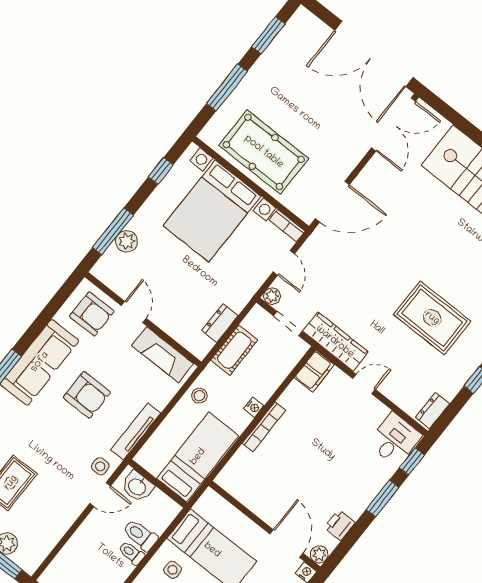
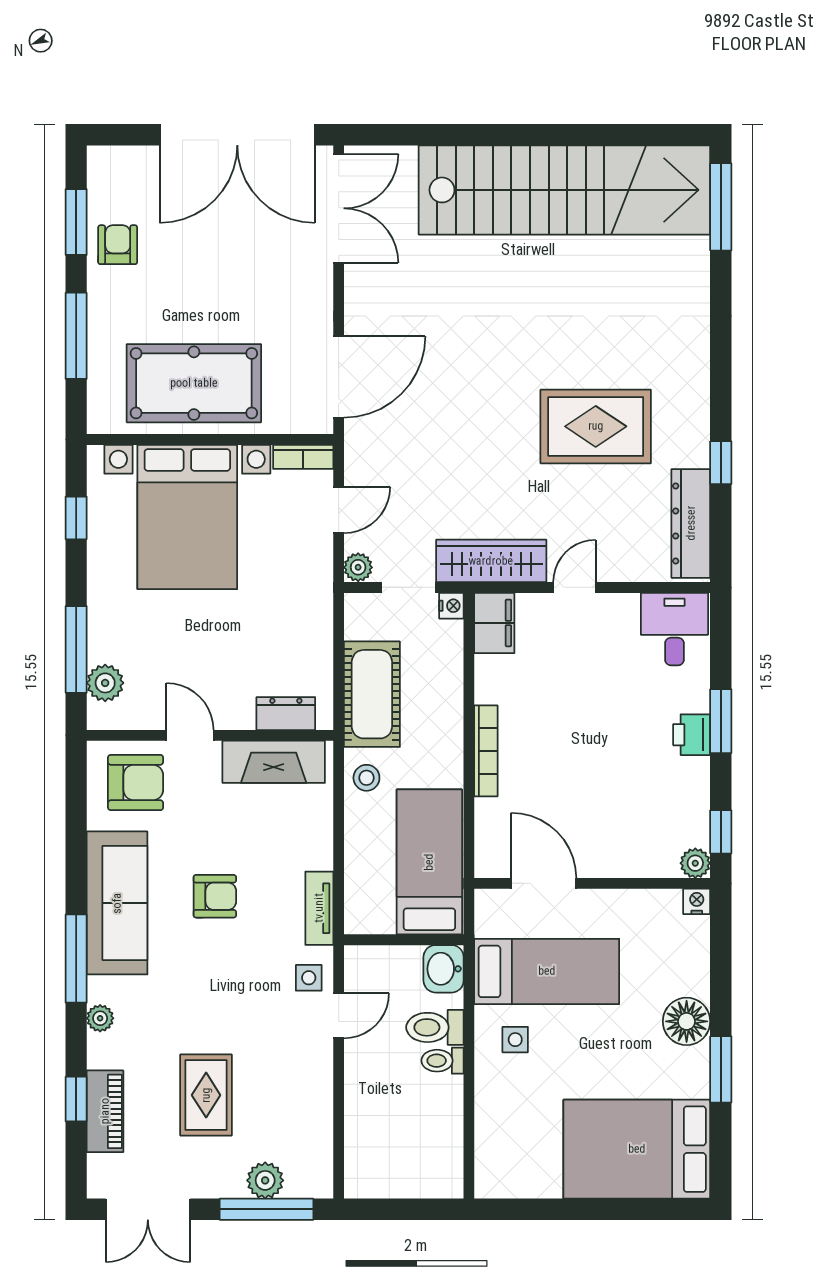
armchair: (279, 61) -> (118, 245), added
plant: (127, 241) -> (105, 683), moved
door: (284, 263) -> (339, 510), hinge flipped
dresser: (220, 323) -> (286, 714), moved, turned 90
cot: (234, 350) -> (372, 694), width x1.37, depth x1.34
armchair: (87, 395) -> (215, 896), width x0.72, depth x0.72
nightstand: (254, 407) -> (451, 606), moved
dresser: (433, 411) -> (691, 523), width x1.96, depth x1.24
tv unit: (136, 431) -> (319, 908), width x0.71
window: (412, 461) -> (721, 832), moved
washbasin: (137, 486) -> (444, 969), moved, turned 90
printer: (340, 525) -> (692, 735), moved
door: (287, 544) -> (544, 883), moved

